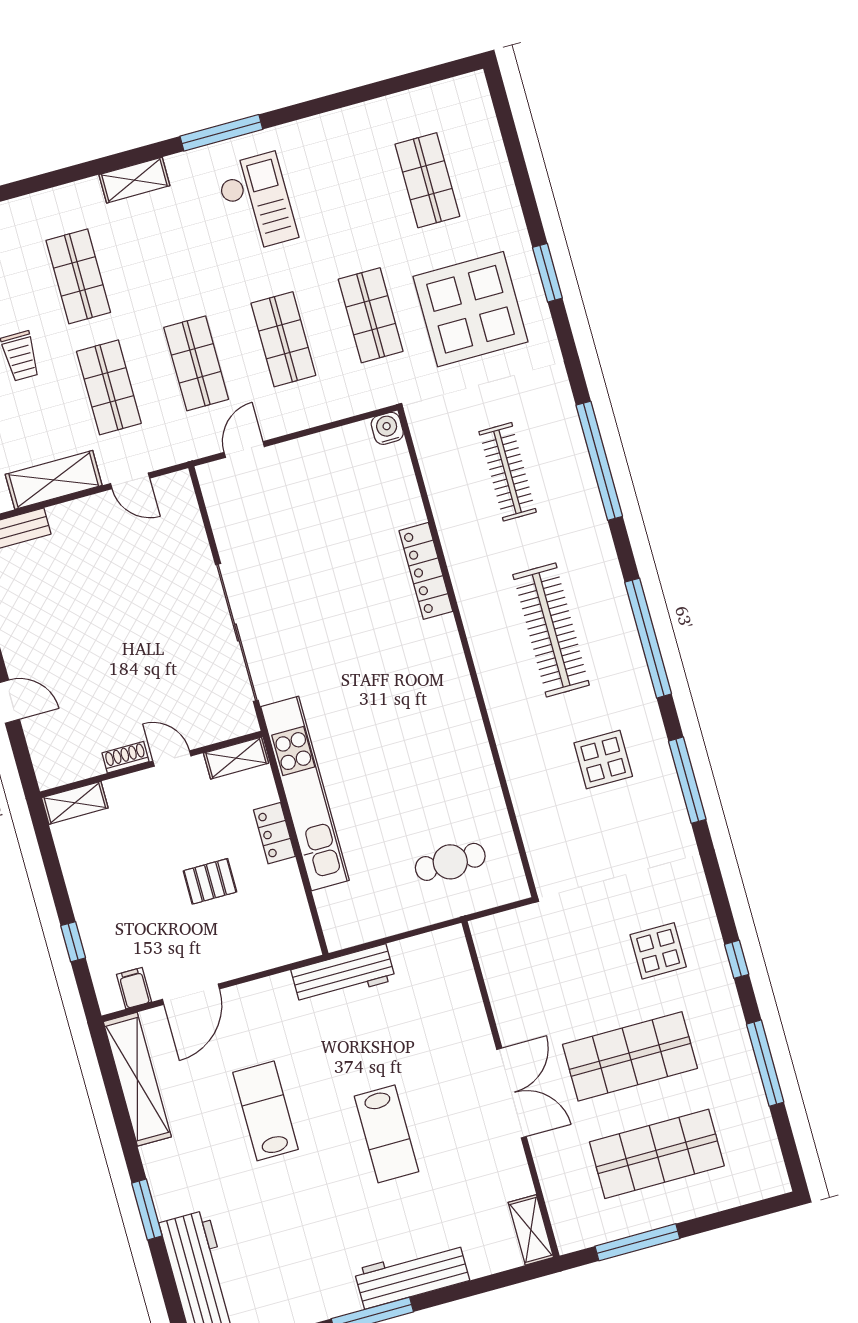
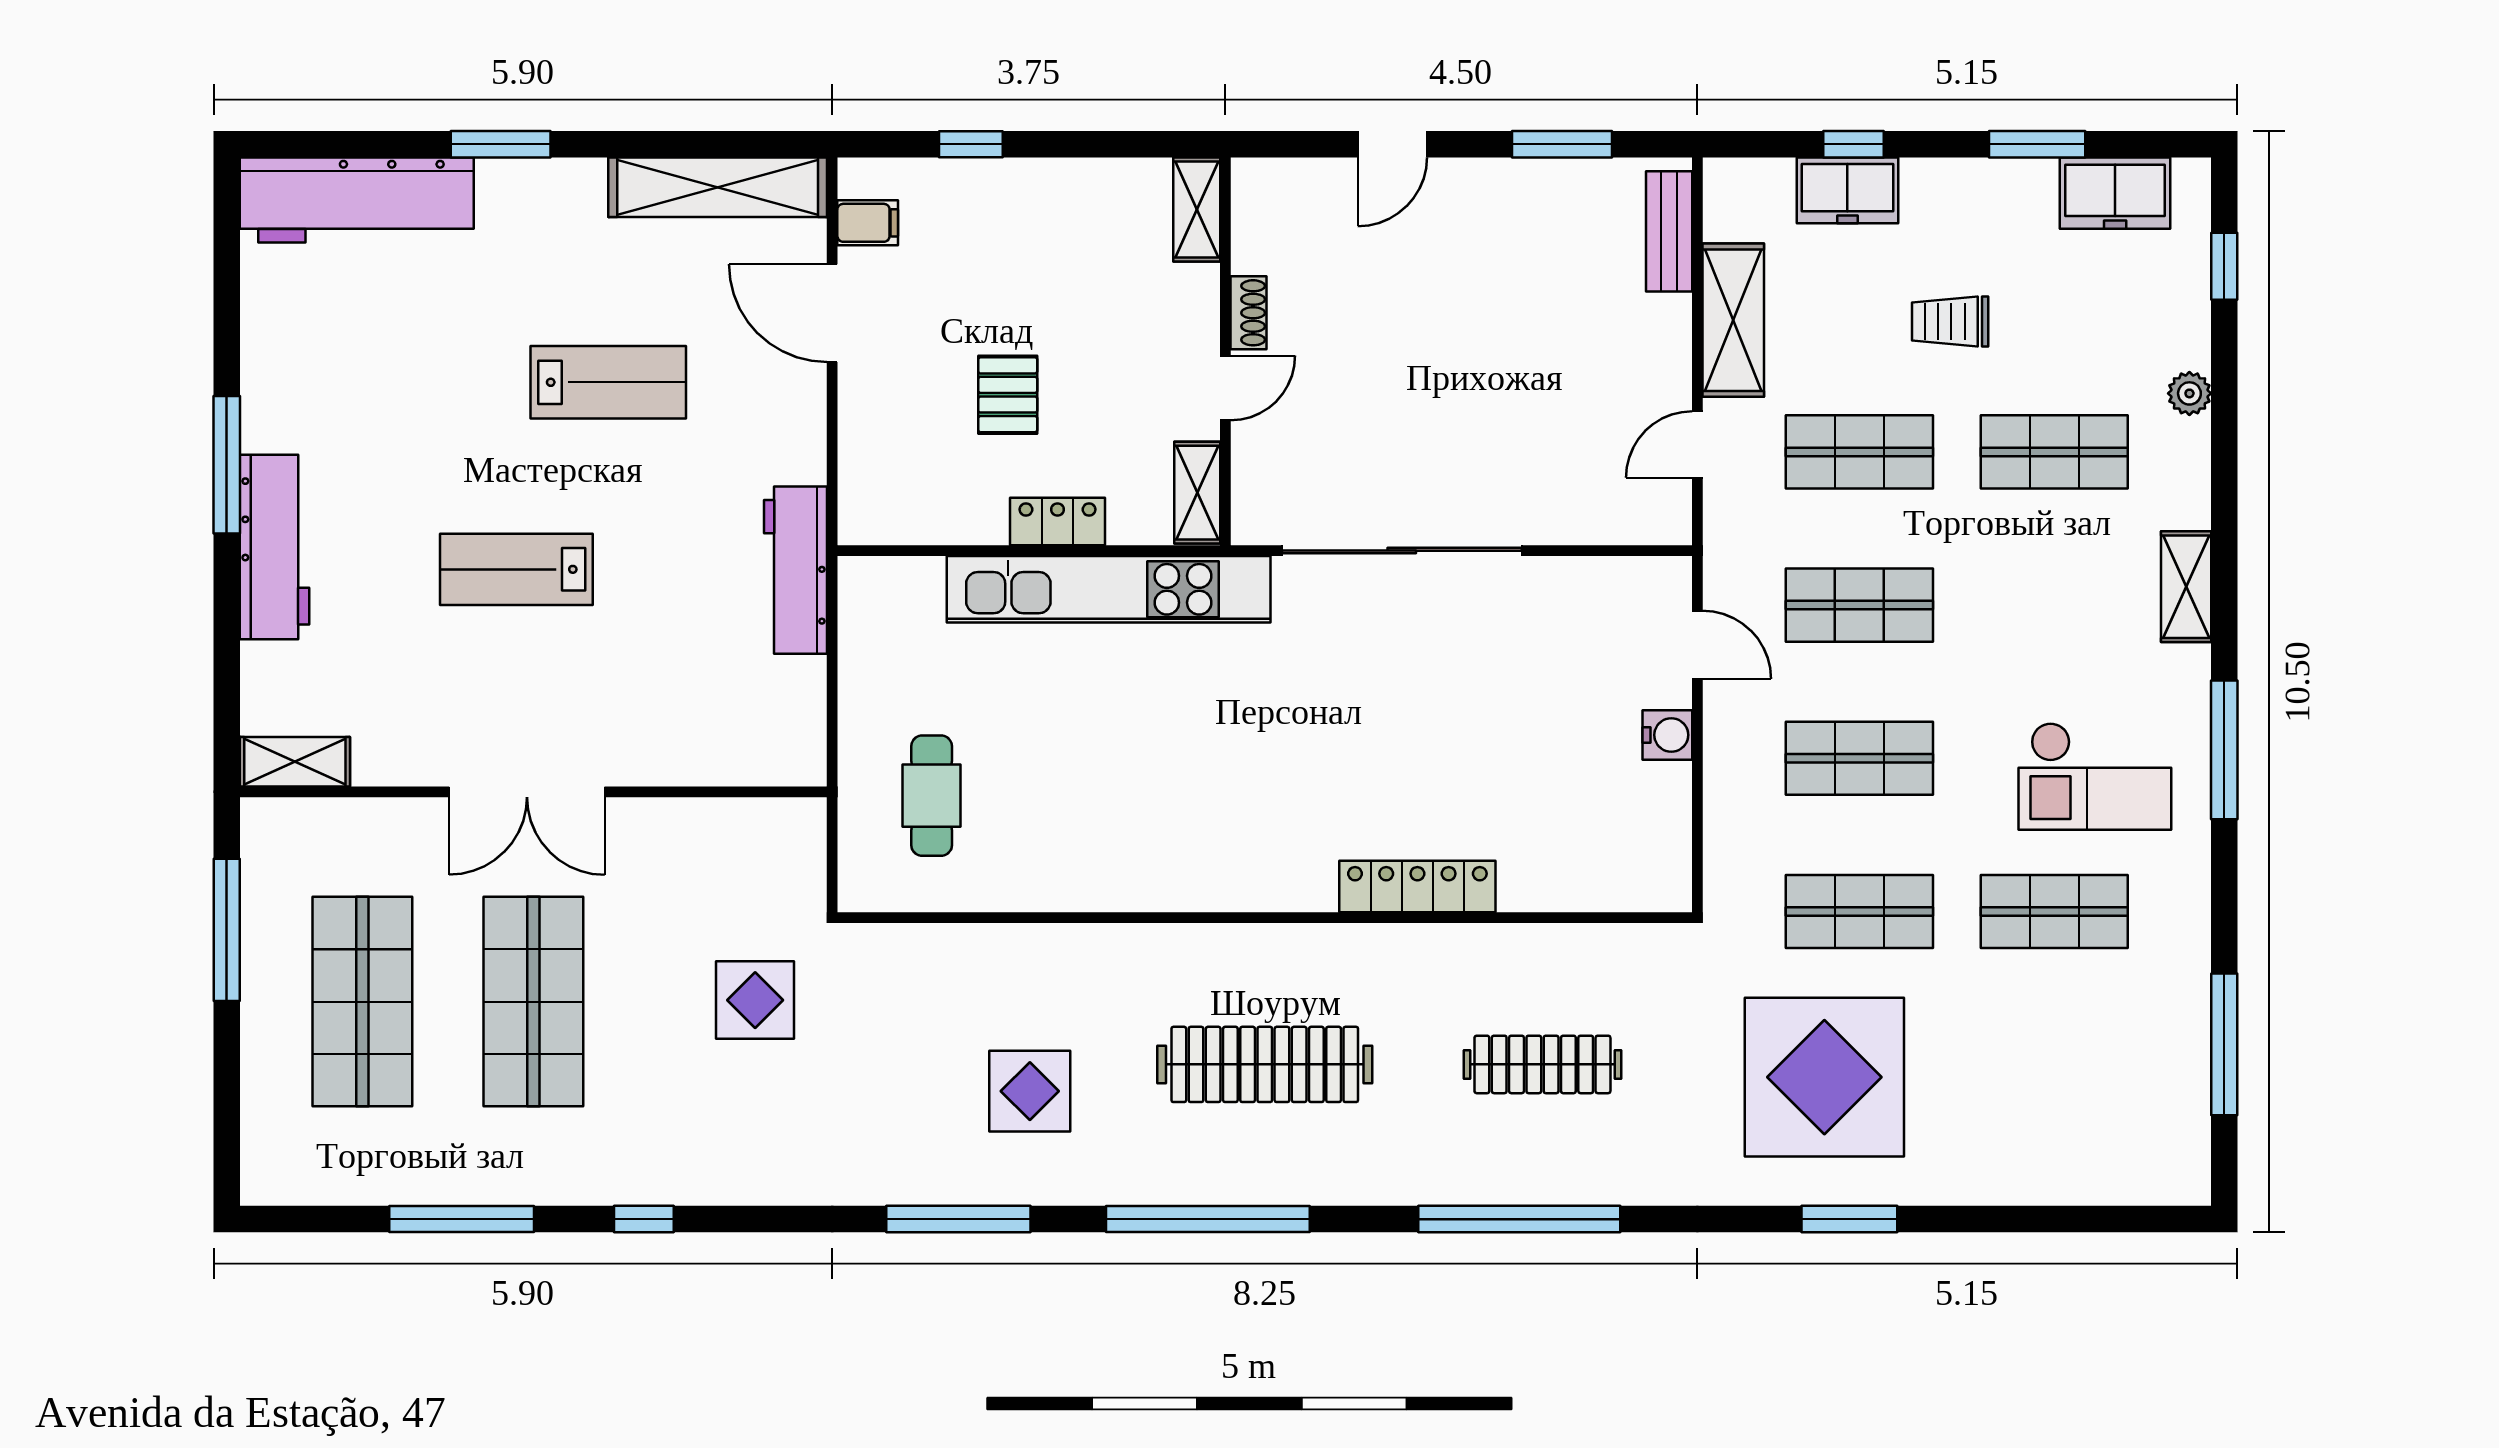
window: (389, 87) -> (2224, 1044), added
shop shelf: (427, 180) -> (2054, 911), moved
plant: (24, 209) -> (2189, 393), added
water cooler: (387, 428) -> (1667, 735), moved
display table: (658, 951) -> (755, 1000), moved

